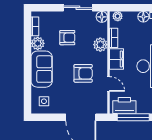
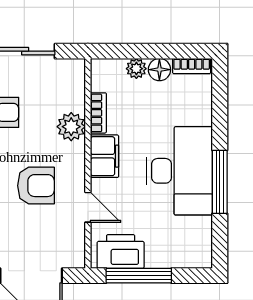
plant: (118, 16) -> (136, 69), moved
floor lamp: (102, 17) -> (74, 70), removed

